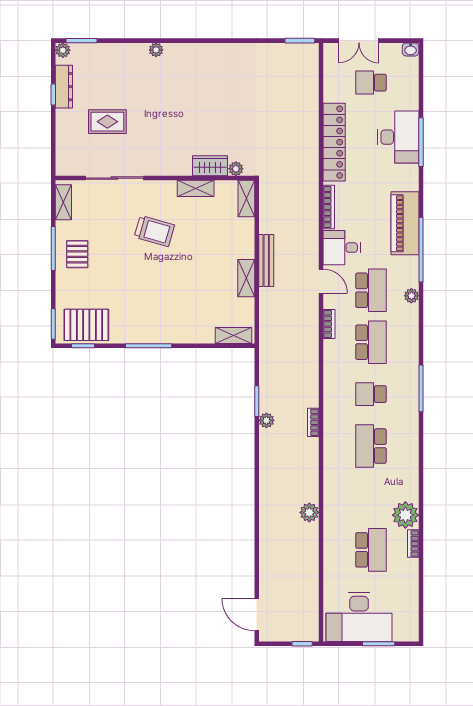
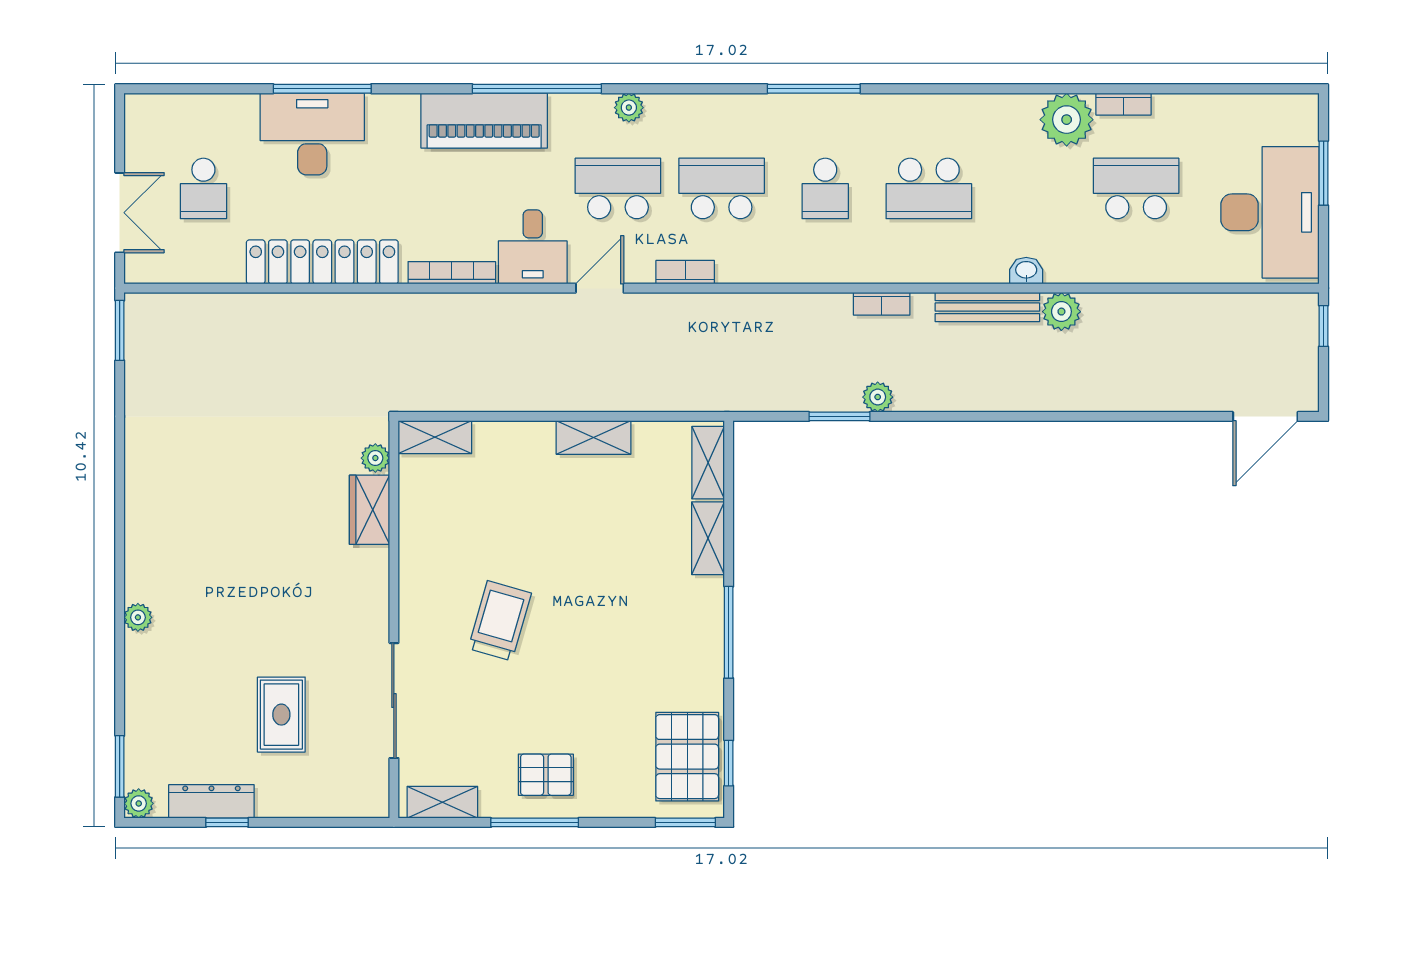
washbasin: (411, 49) -> (1026, 271), moved, turned -90
shelving: (196, 188) -> (708, 538), moved
bench: (266, 260) -> (987, 307), moved

